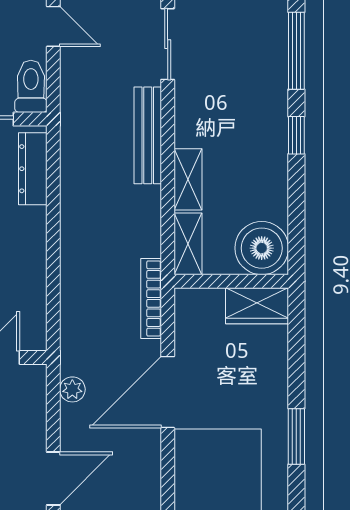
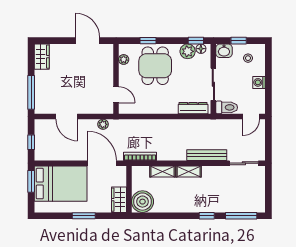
boiler: (262, 248) -> (142, 202), moved
wall: (231, 281) -> (129, 189), moved
wardrobe: (257, 306) -> (119, 200), moved

